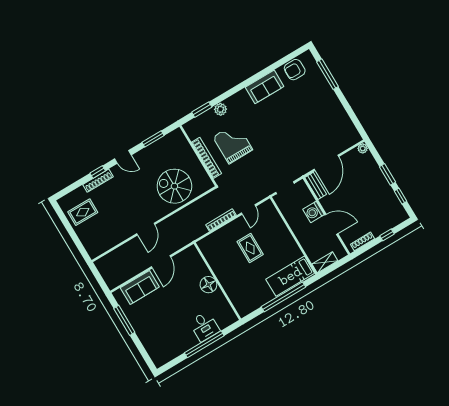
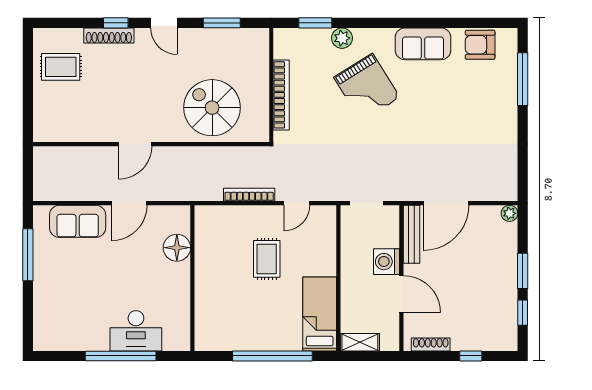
grand piano: (233, 143) -> (367, 87), moved, turned 148
bench: (316, 186) -> (411, 234), width x1.36
bed: (290, 276) -> (320, 314), moved, turned 90
floor lamp: (208, 285) -> (177, 248), moved
desk: (204, 326) -> (136, 331), width x1.37

